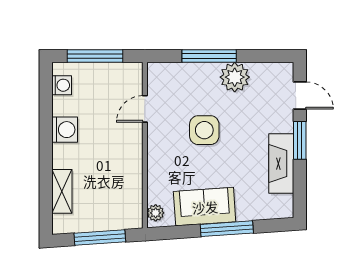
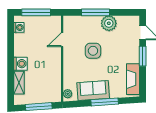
washing machine: (65, 130) -> (20, 64), moved
fireplace: (281, 164) -> (133, 79), moved

